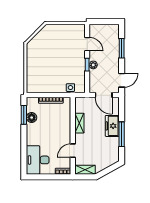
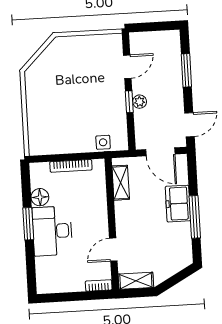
door: (87, 44) -> (127, 67), hinge flipped
window: (24, 115) -> (28, 224), moved
shelving: (79, 123) -> (121, 183), moved
desk: (38, 160) -> (52, 231), moved

